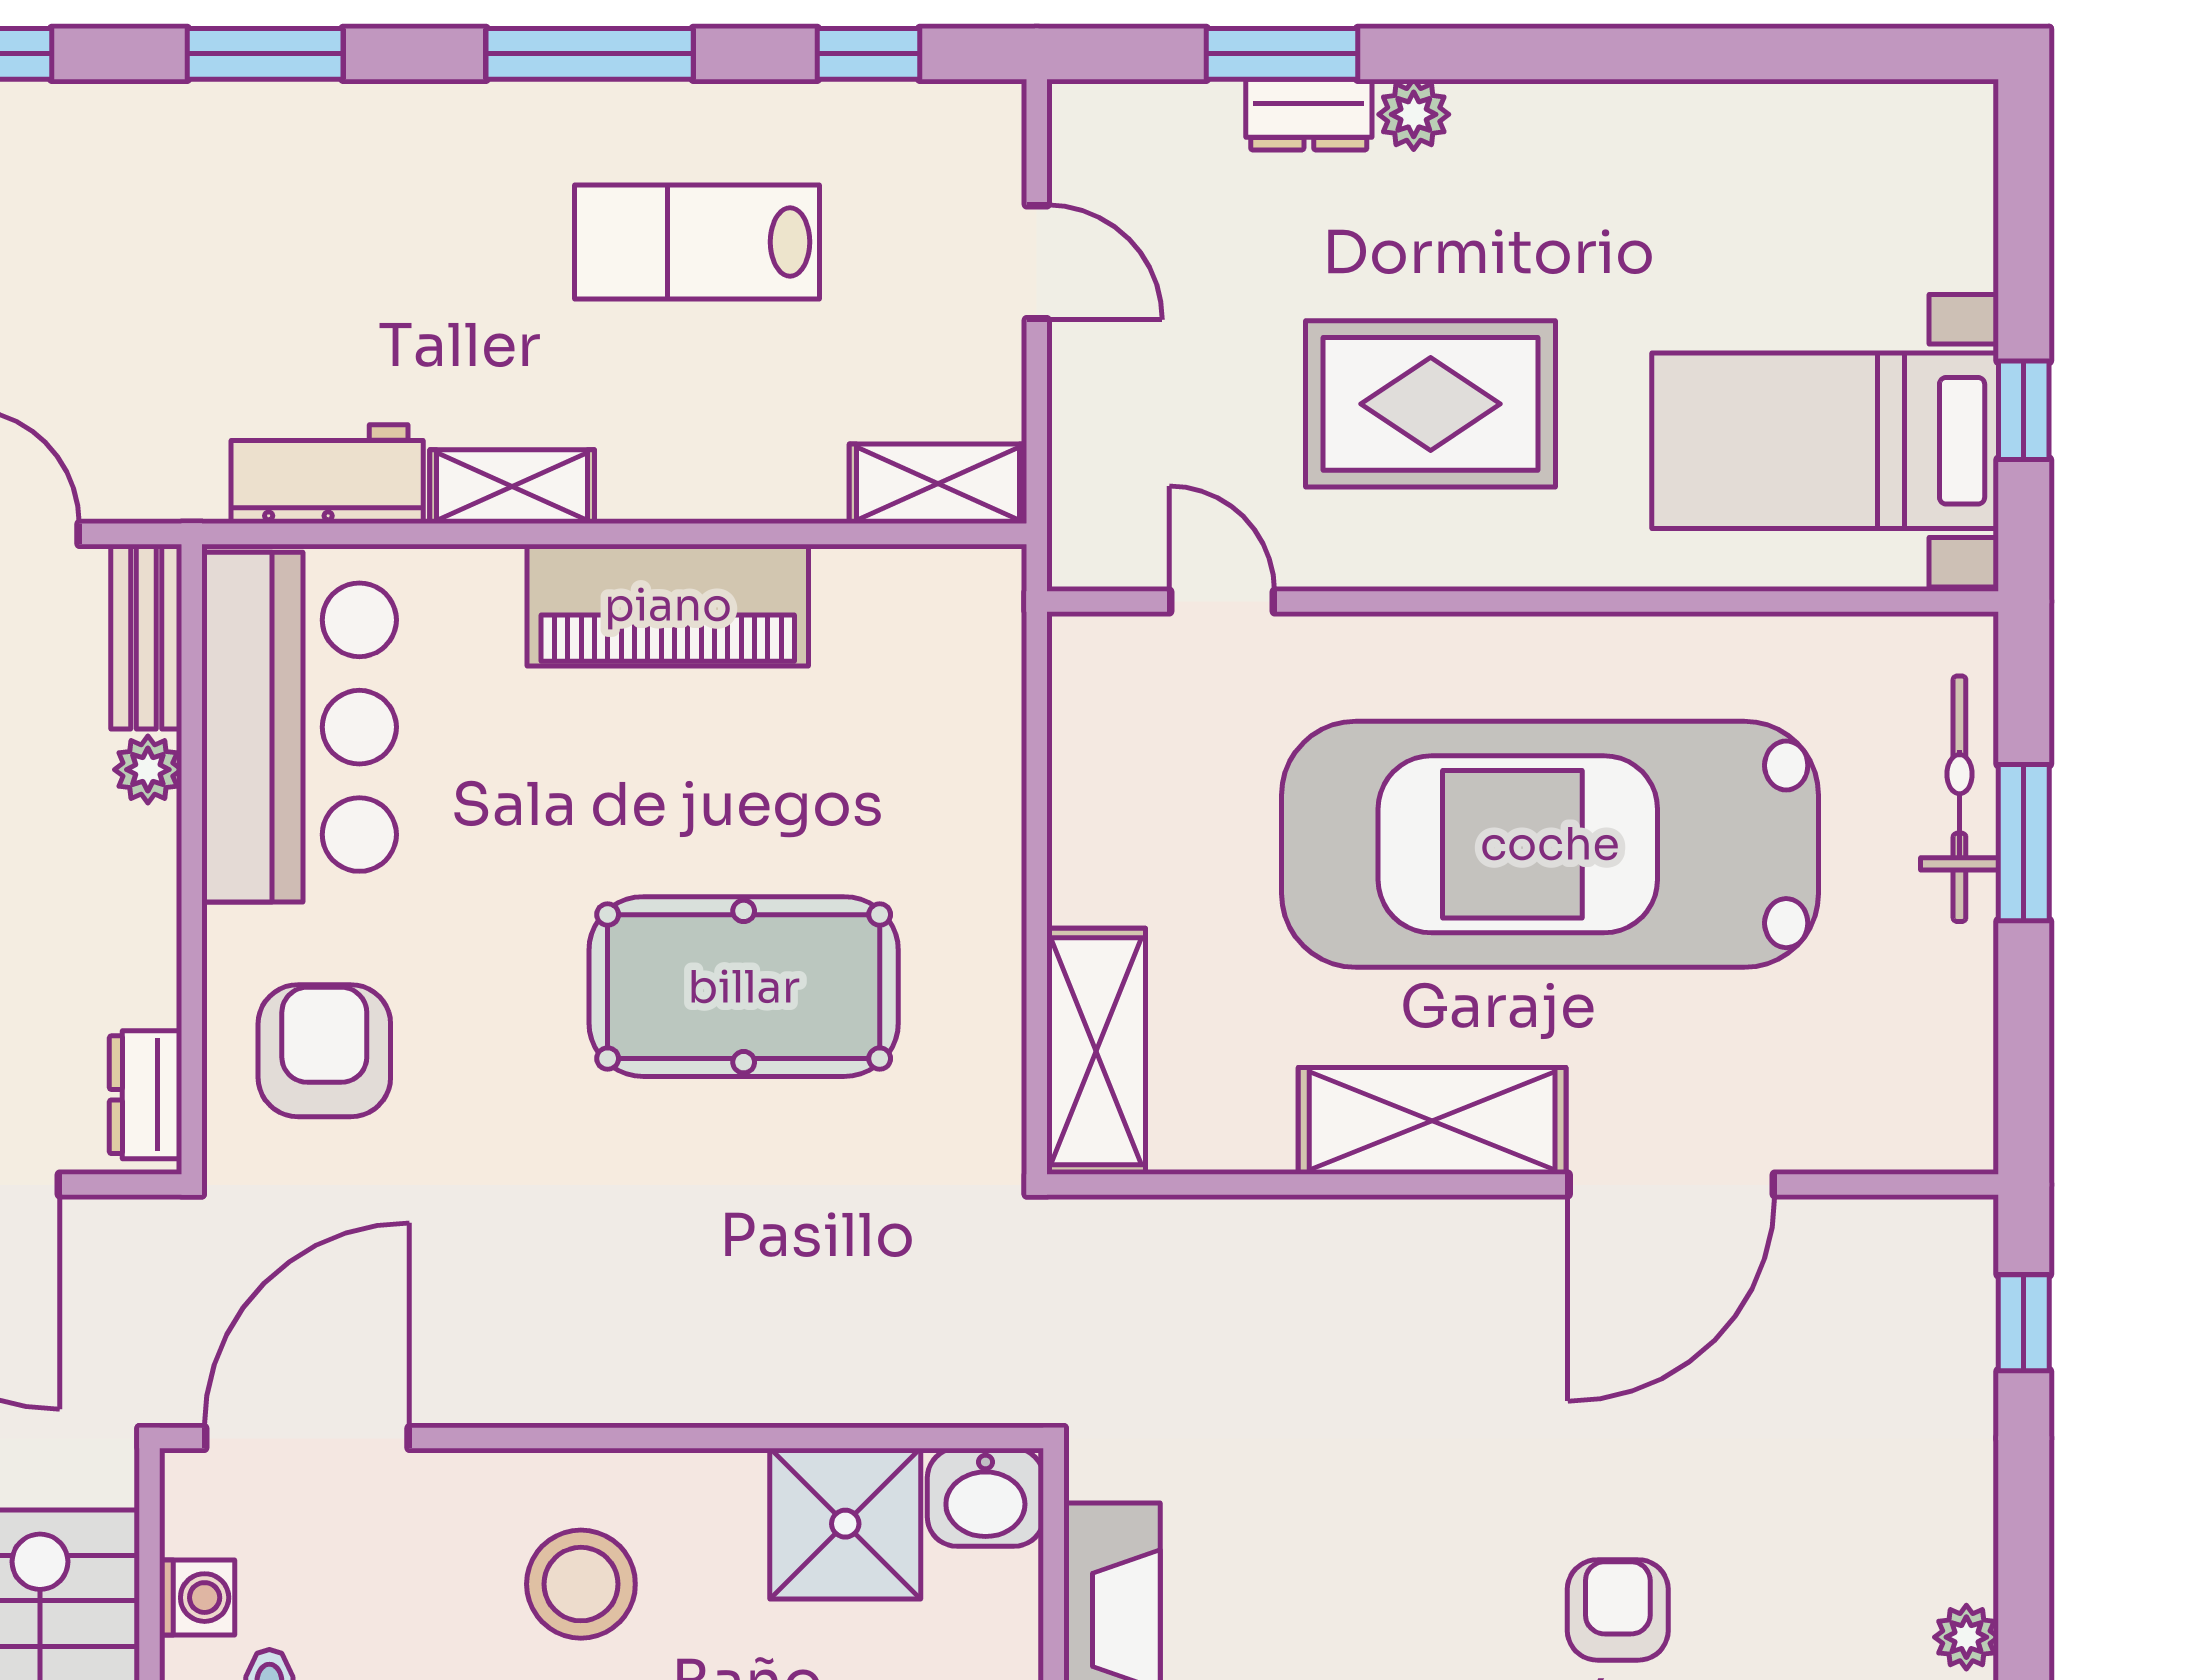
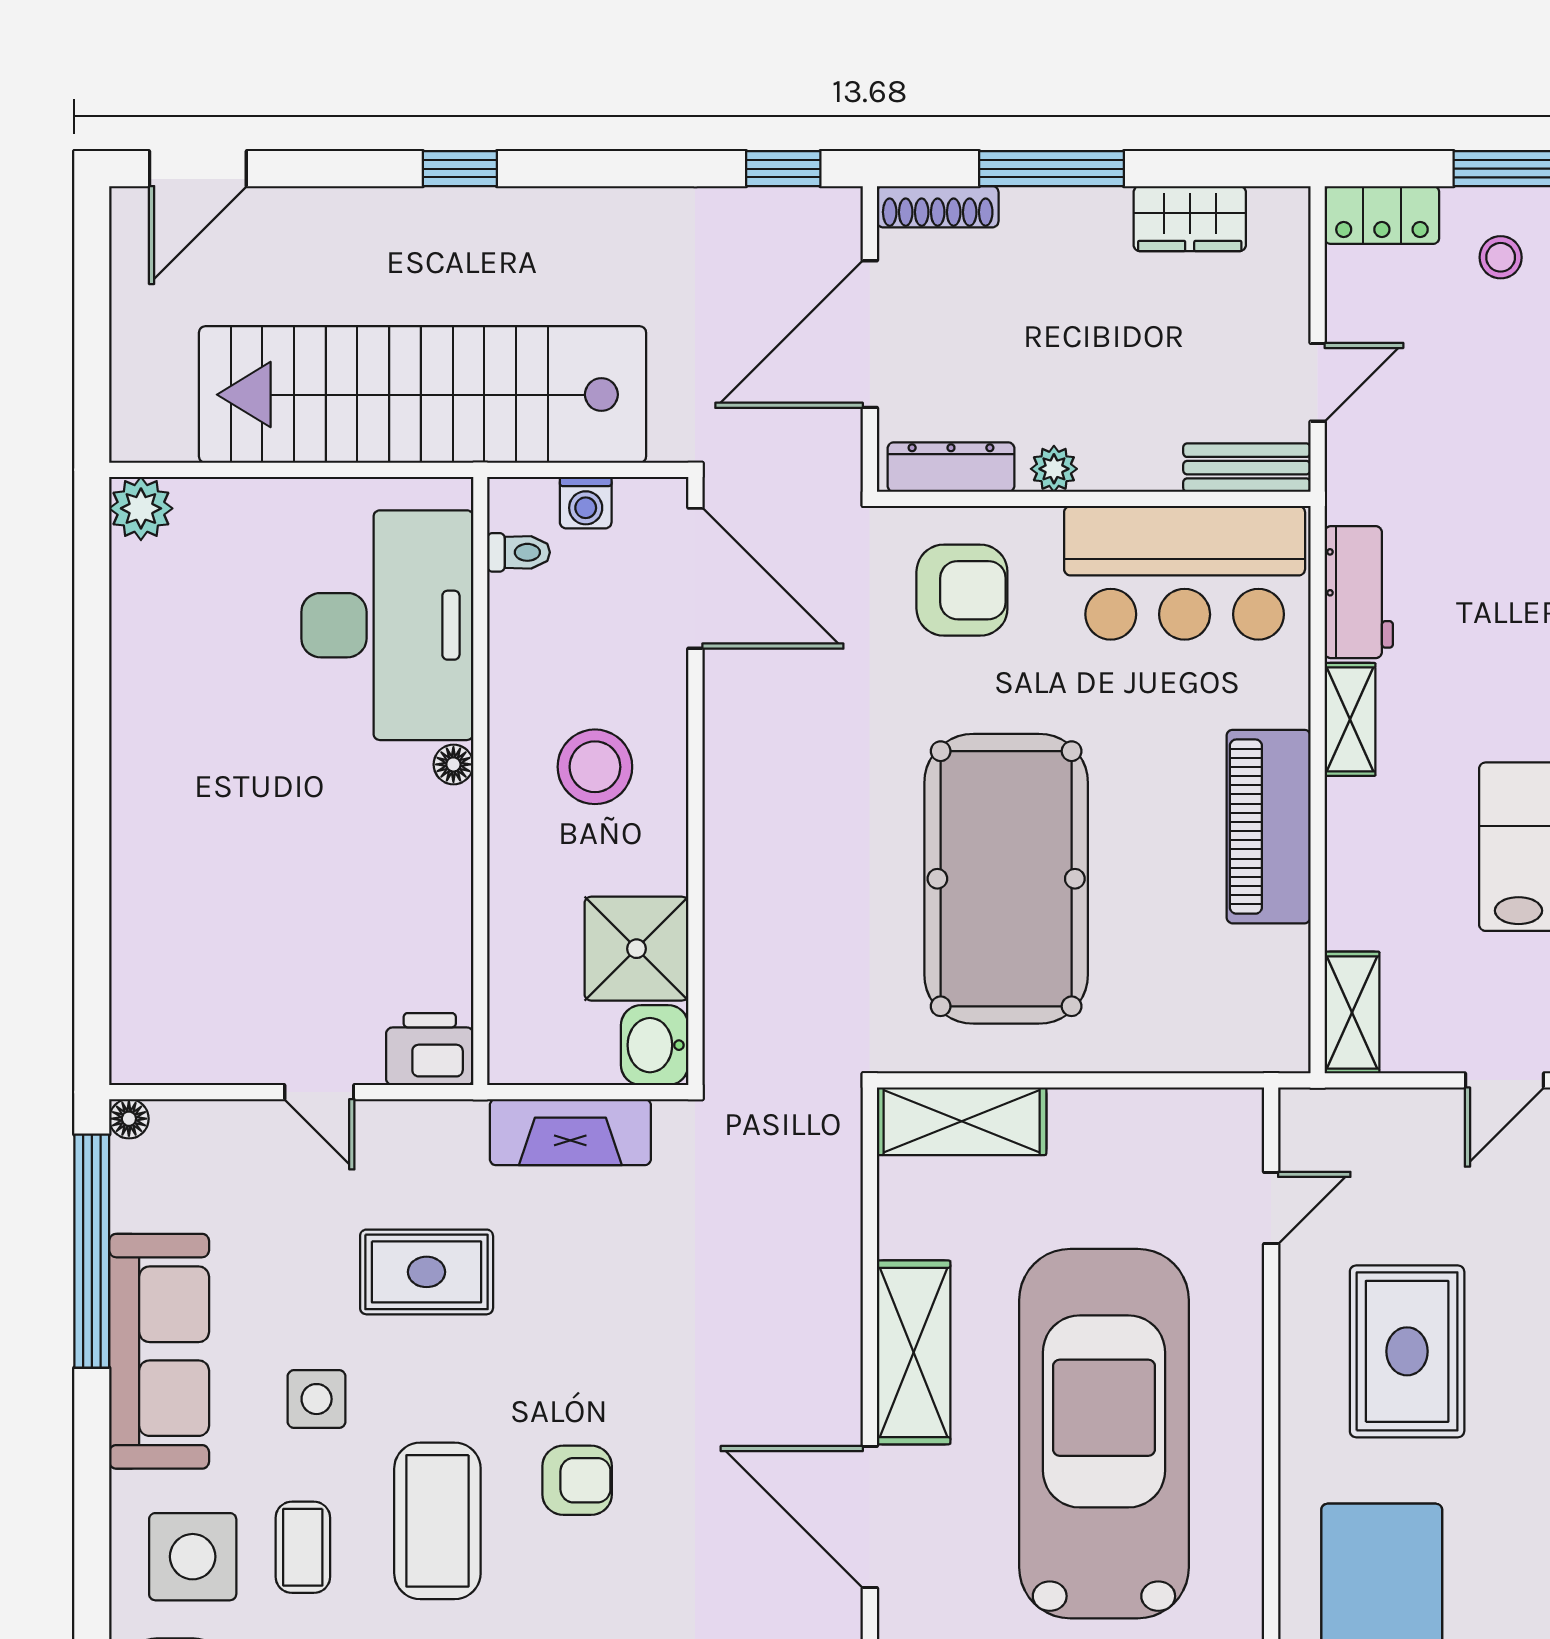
plant: (148, 770) -> (1054, 469), moved
pool table: (744, 987) -> (1006, 879), width x1.36, depth x1.32
dresser: (145, 1095) -> (951, 467), width x1.44

